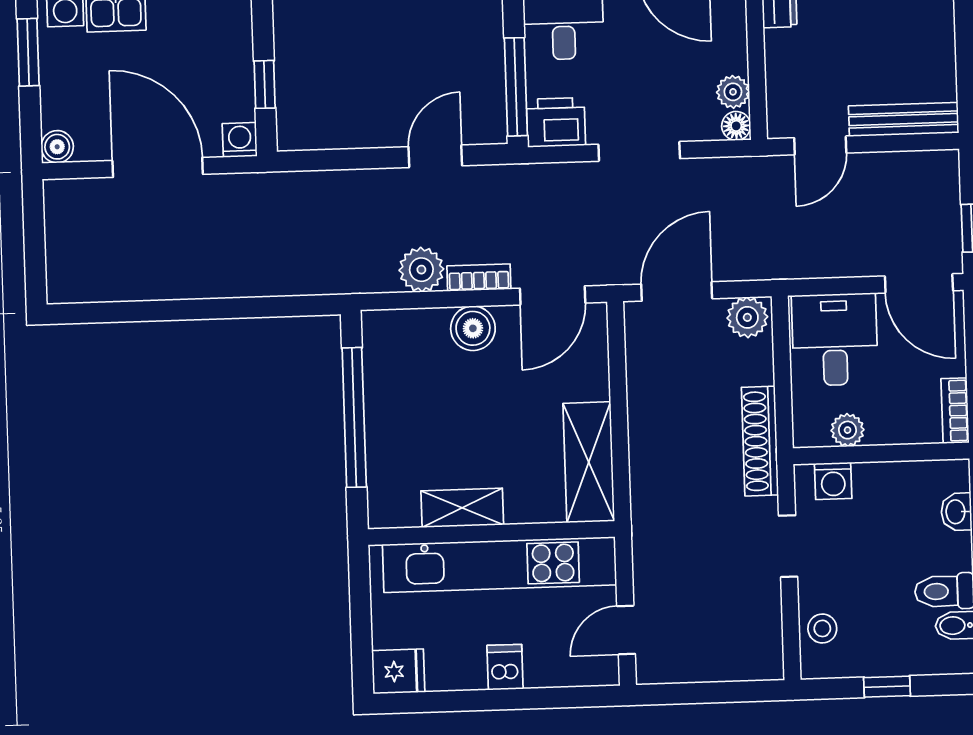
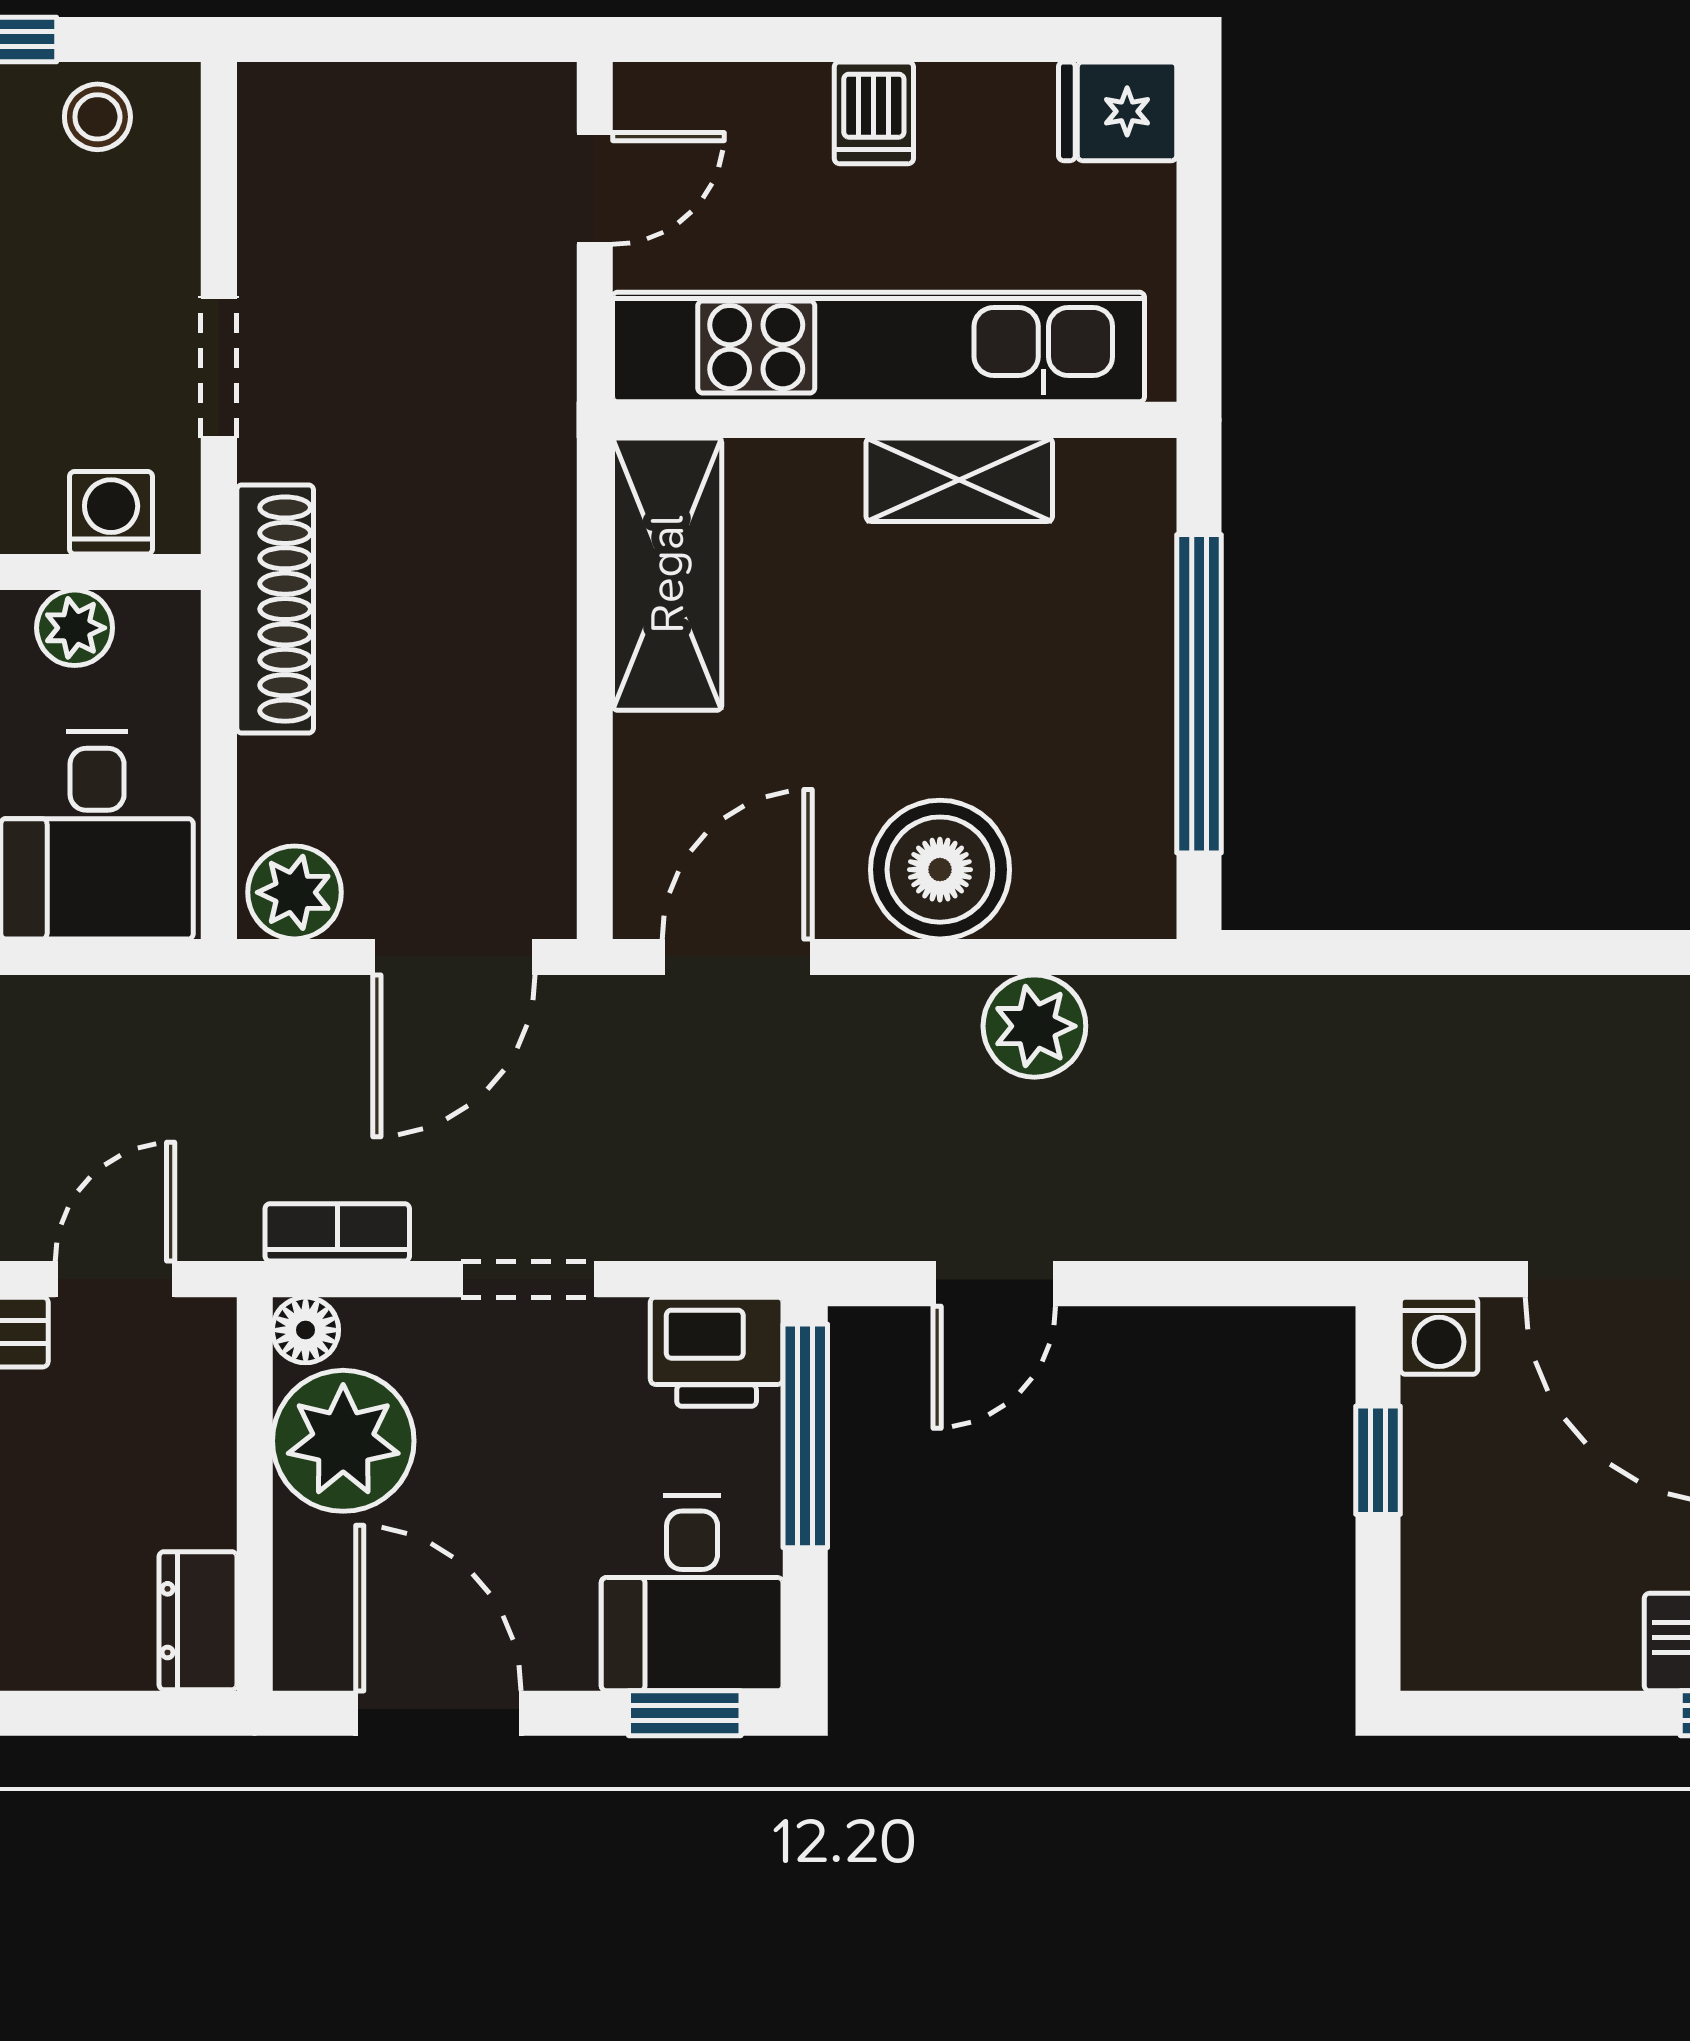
plant: (733, 92) -> (343, 1441), width x1.87, depth x1.87
doorway: (639, 151) -> (529, 1279), width x0.73
bookcase: (479, 277) -> (337, 1232), moved, turned 180
boiler: (473, 328) -> (940, 870), width x1.37, depth x1.37
stool: (822, 628) -> (97, 117), moved

